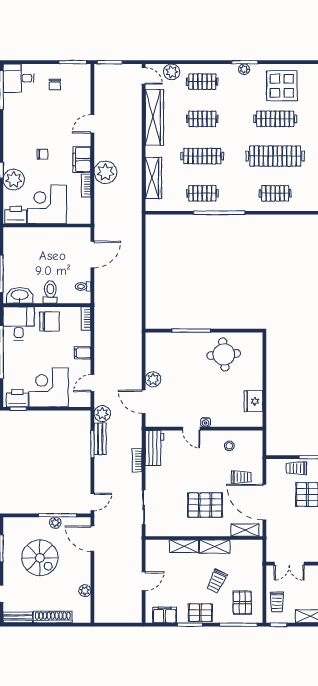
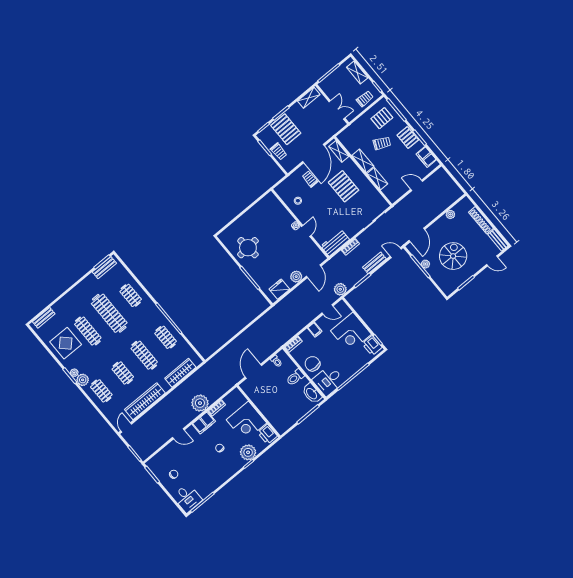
plant: (172, 72) -> (83, 380), moved
door: (92, 255) -> (253, 371), hinge flipped
fridge: (253, 401) -> (279, 289), moved, turned 180
bench: (100, 439) -> (374, 263), moved

